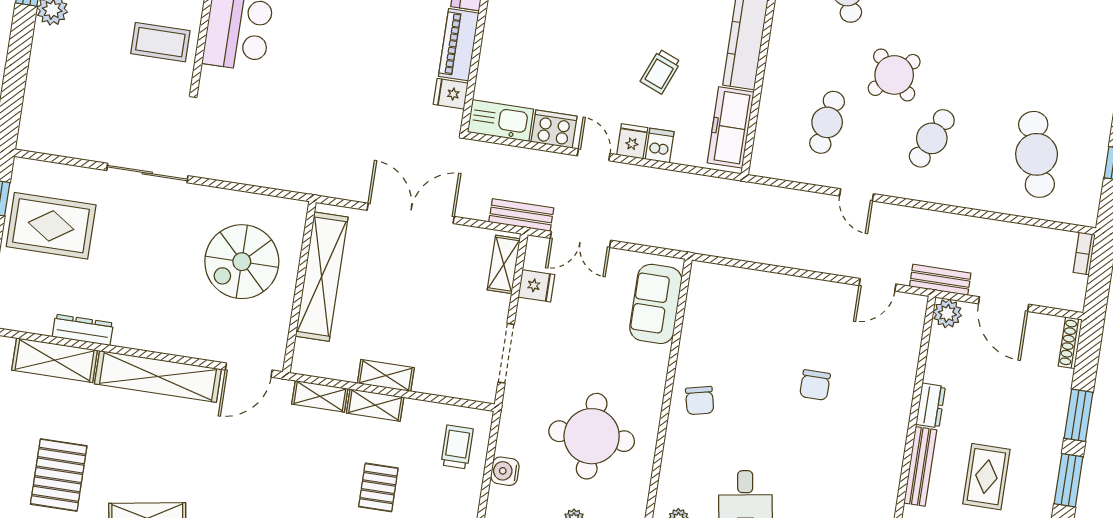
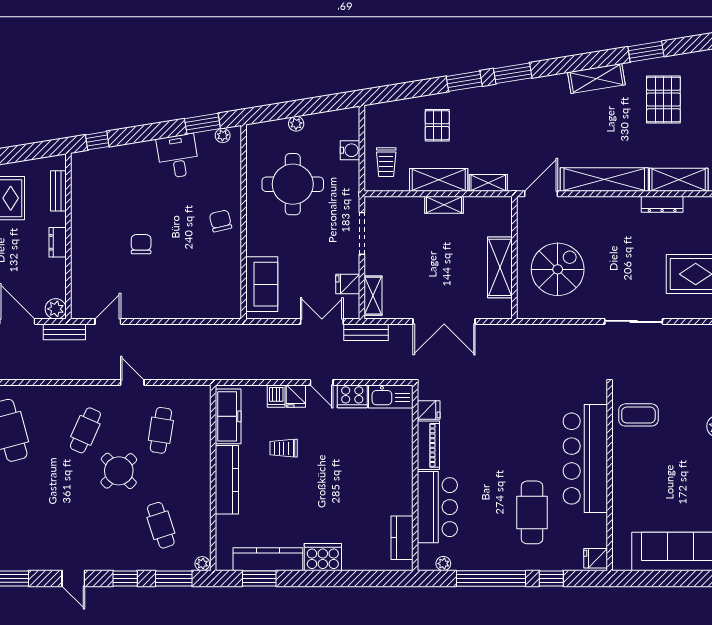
trolley: (660, 72) -> (284, 448), turned -112
shelving: (322, 277) -> (500, 267), width x0.68
shelving: (375, 405) -> (439, 180), width x1.50, depth x1.33
bench: (920, 466) -> (58, 191), width x0.73

